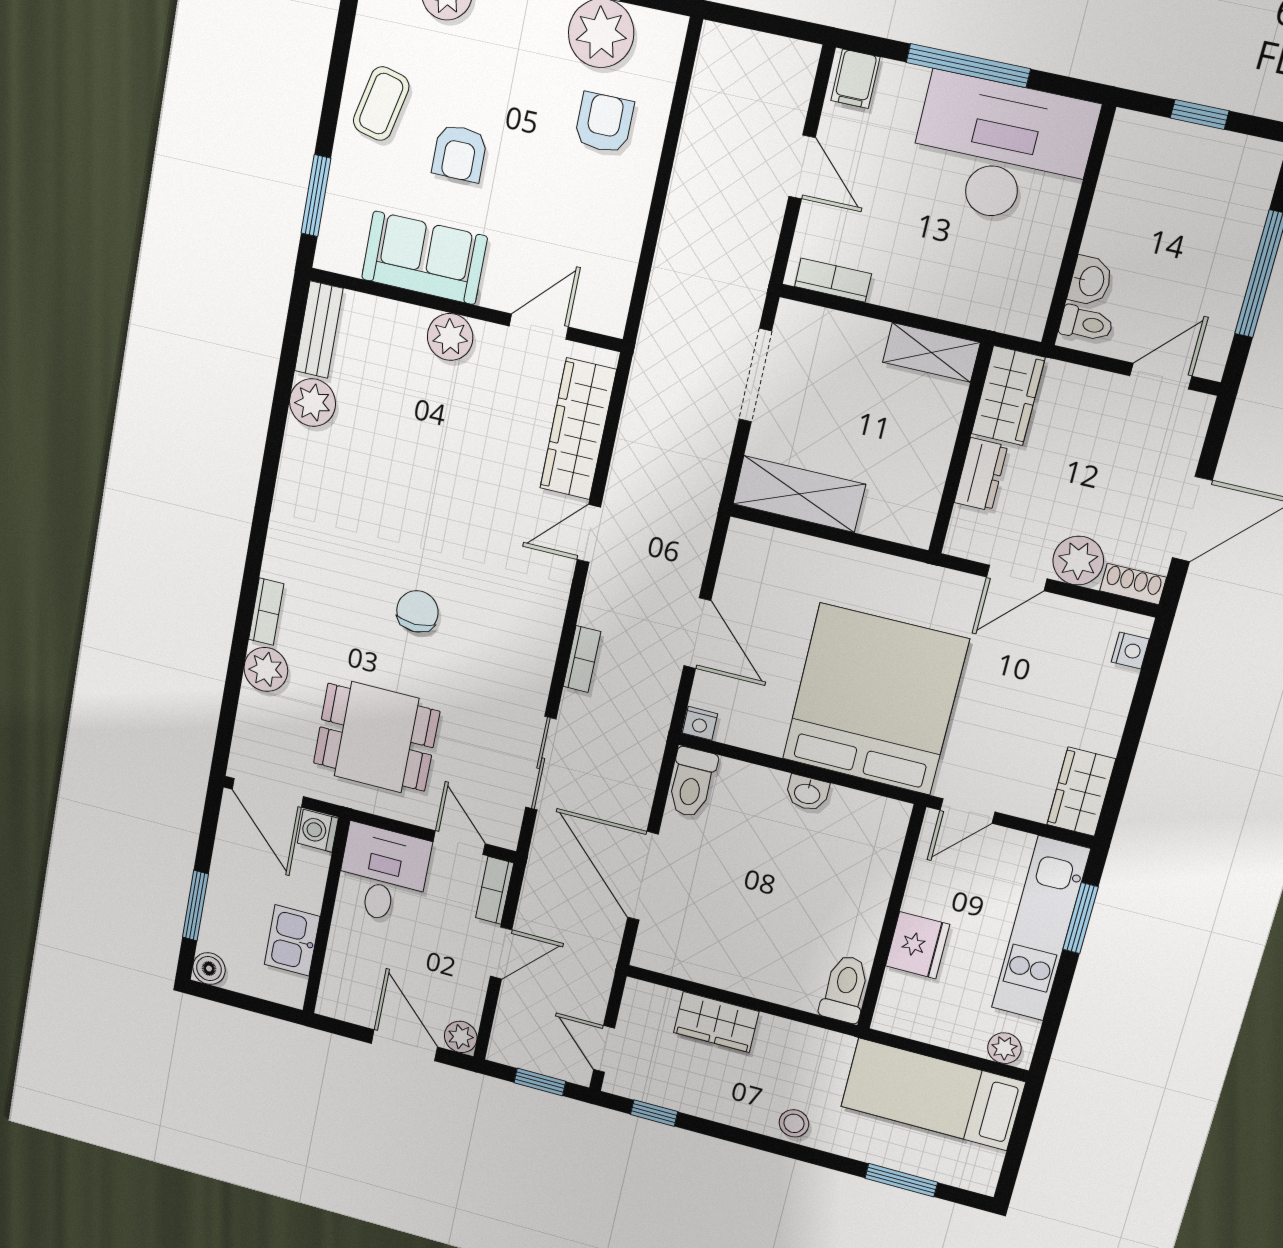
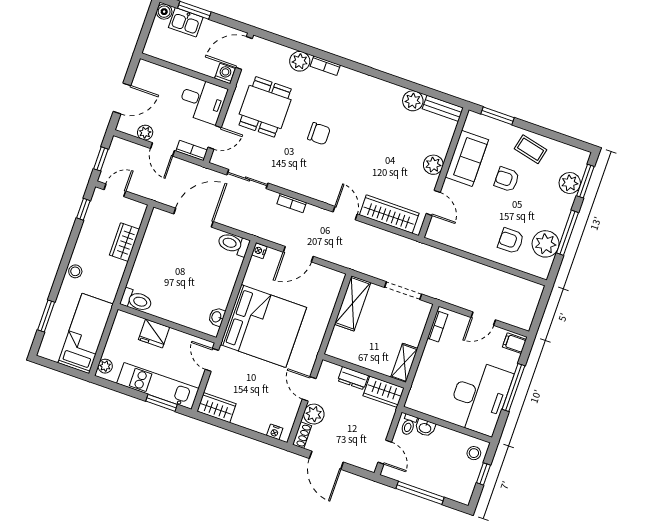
armchair: (604, 123) -> (511, 241), turned 180
stool: (1147, 147) -> (474, 453), added
washbasin: (807, 793) -> (217, 317), moved
kitchen sink: (292, 940) -> (186, 22), moved, turned 180
plant: (461, 1037) -> (145, 133), moved

